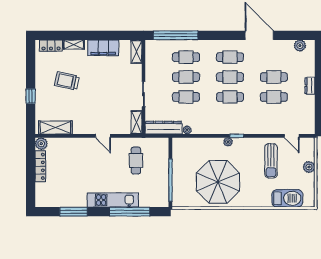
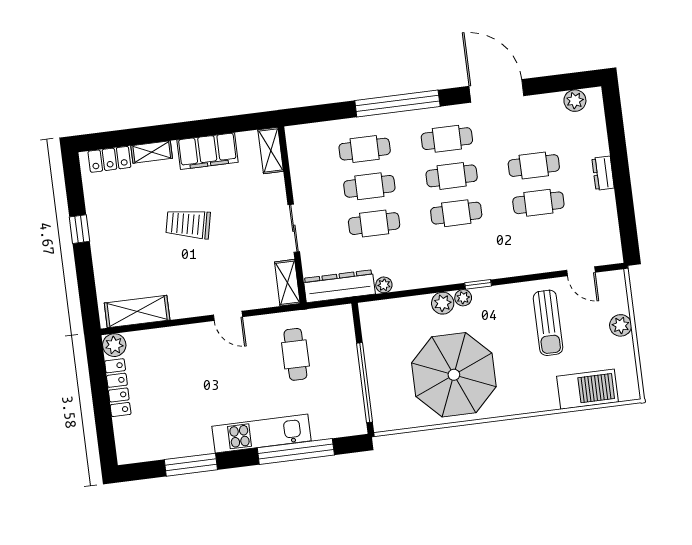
window: (176, 35) -> (397, 103), moved
trolley: (67, 81) -> (188, 224), moved
window: (31, 96) -> (79, 229), moved
plant: (217, 143) -> (443, 303), added

